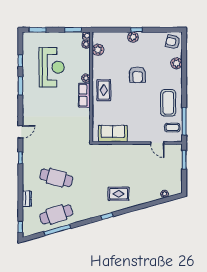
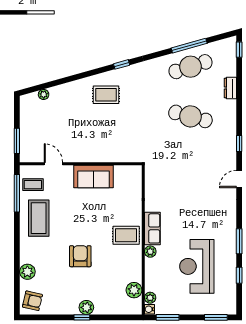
rug: (104, 90) -> (126, 235), turned 90
sofa: (113, 134) -> (93, 176), moved

